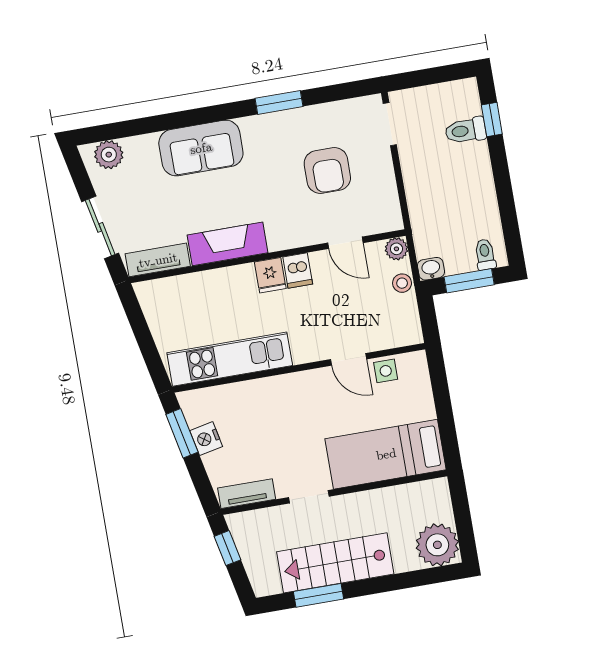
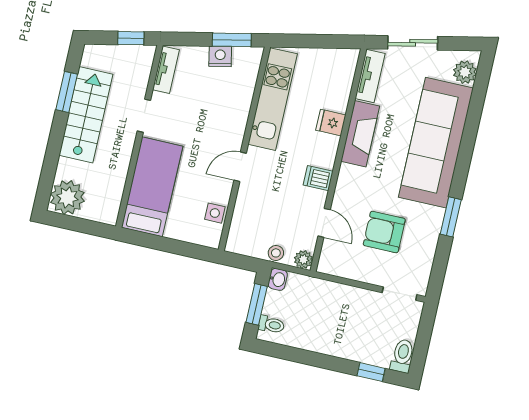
toilet: (466, 131) -> (402, 356), moved
sofa: (201, 148) -> (436, 143), width x1.85, depth x1.27
door: (345, 243) -> (324, 223), swing flipped
fridge: (270, 275) -> (331, 123), moved
door: (349, 359) -> (240, 167), moved

